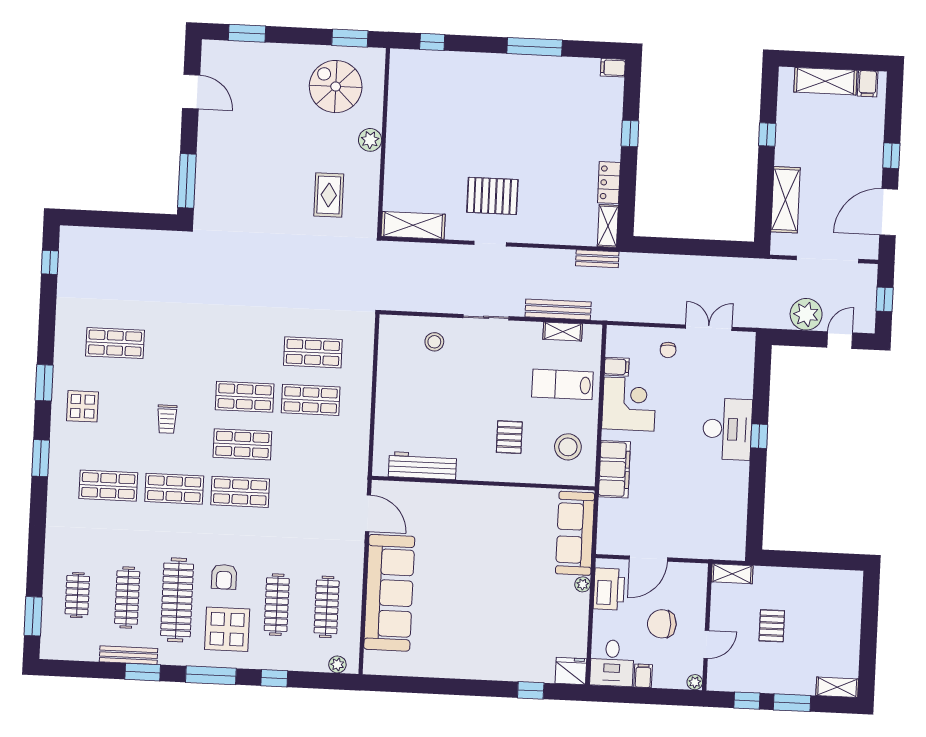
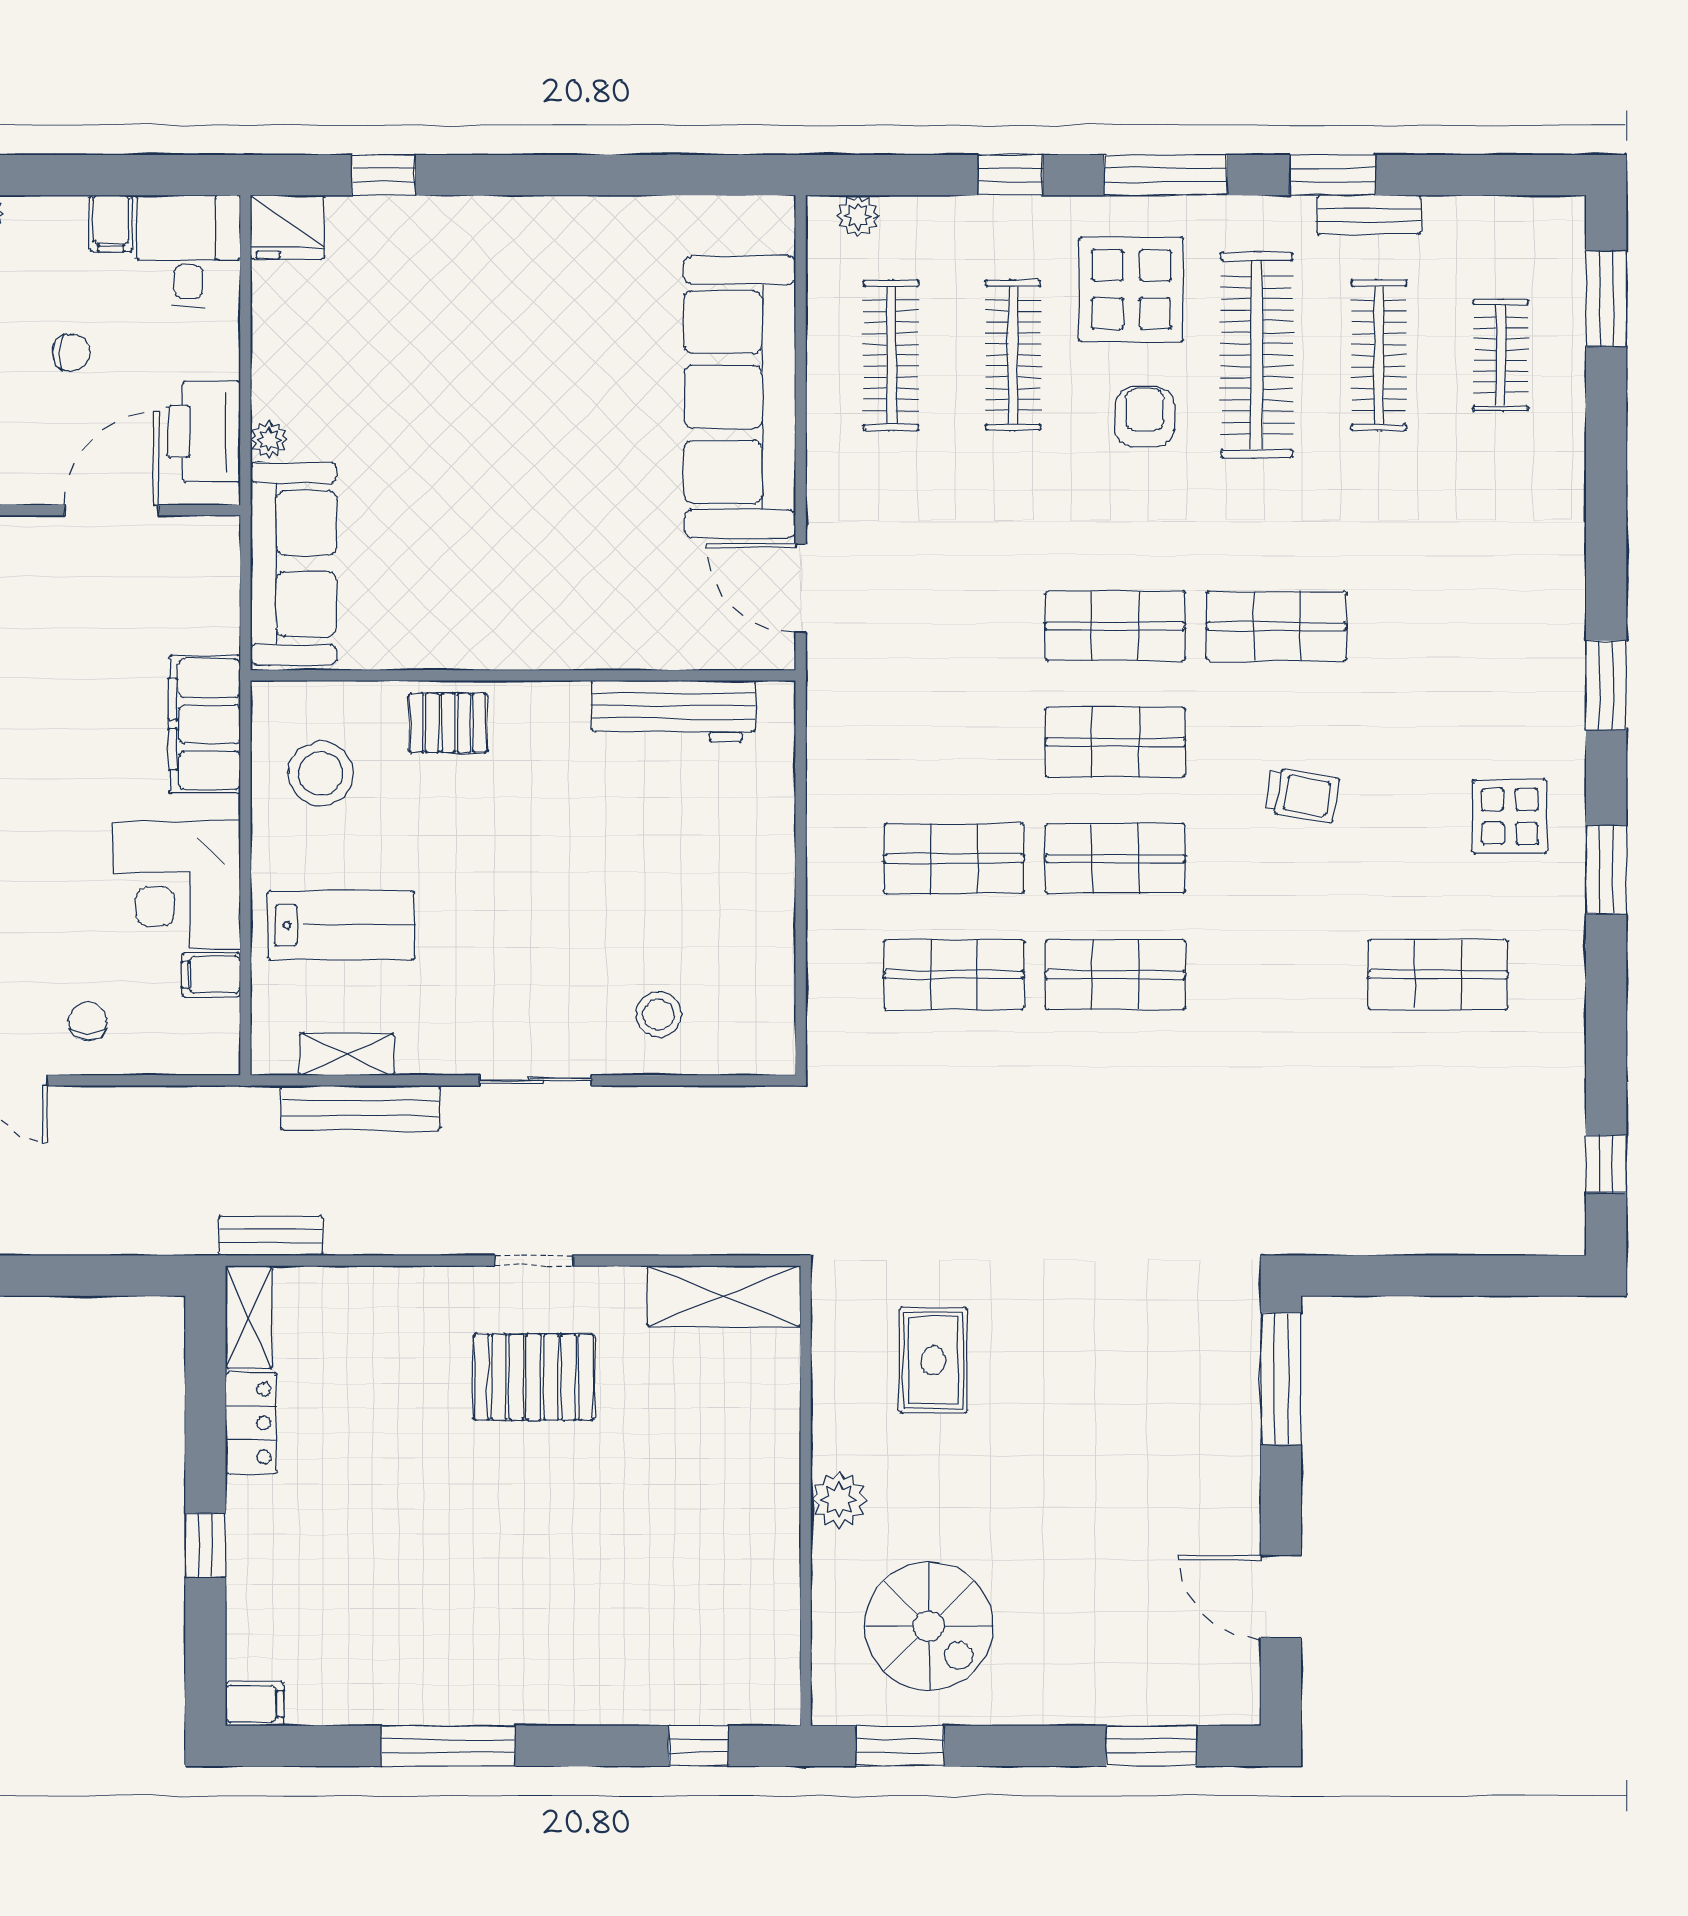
trolley: (167, 419) -> (1302, 795), turned 99
pallet: (509, 437) -> (448, 723), moved, turned 90
shop shelf: (108, 486) -> (1115, 975), moved
chair: (662, 624) -> (71, 352), width x0.54, depth x0.54
bench: (128, 655) -> (1369, 215), width x0.73

